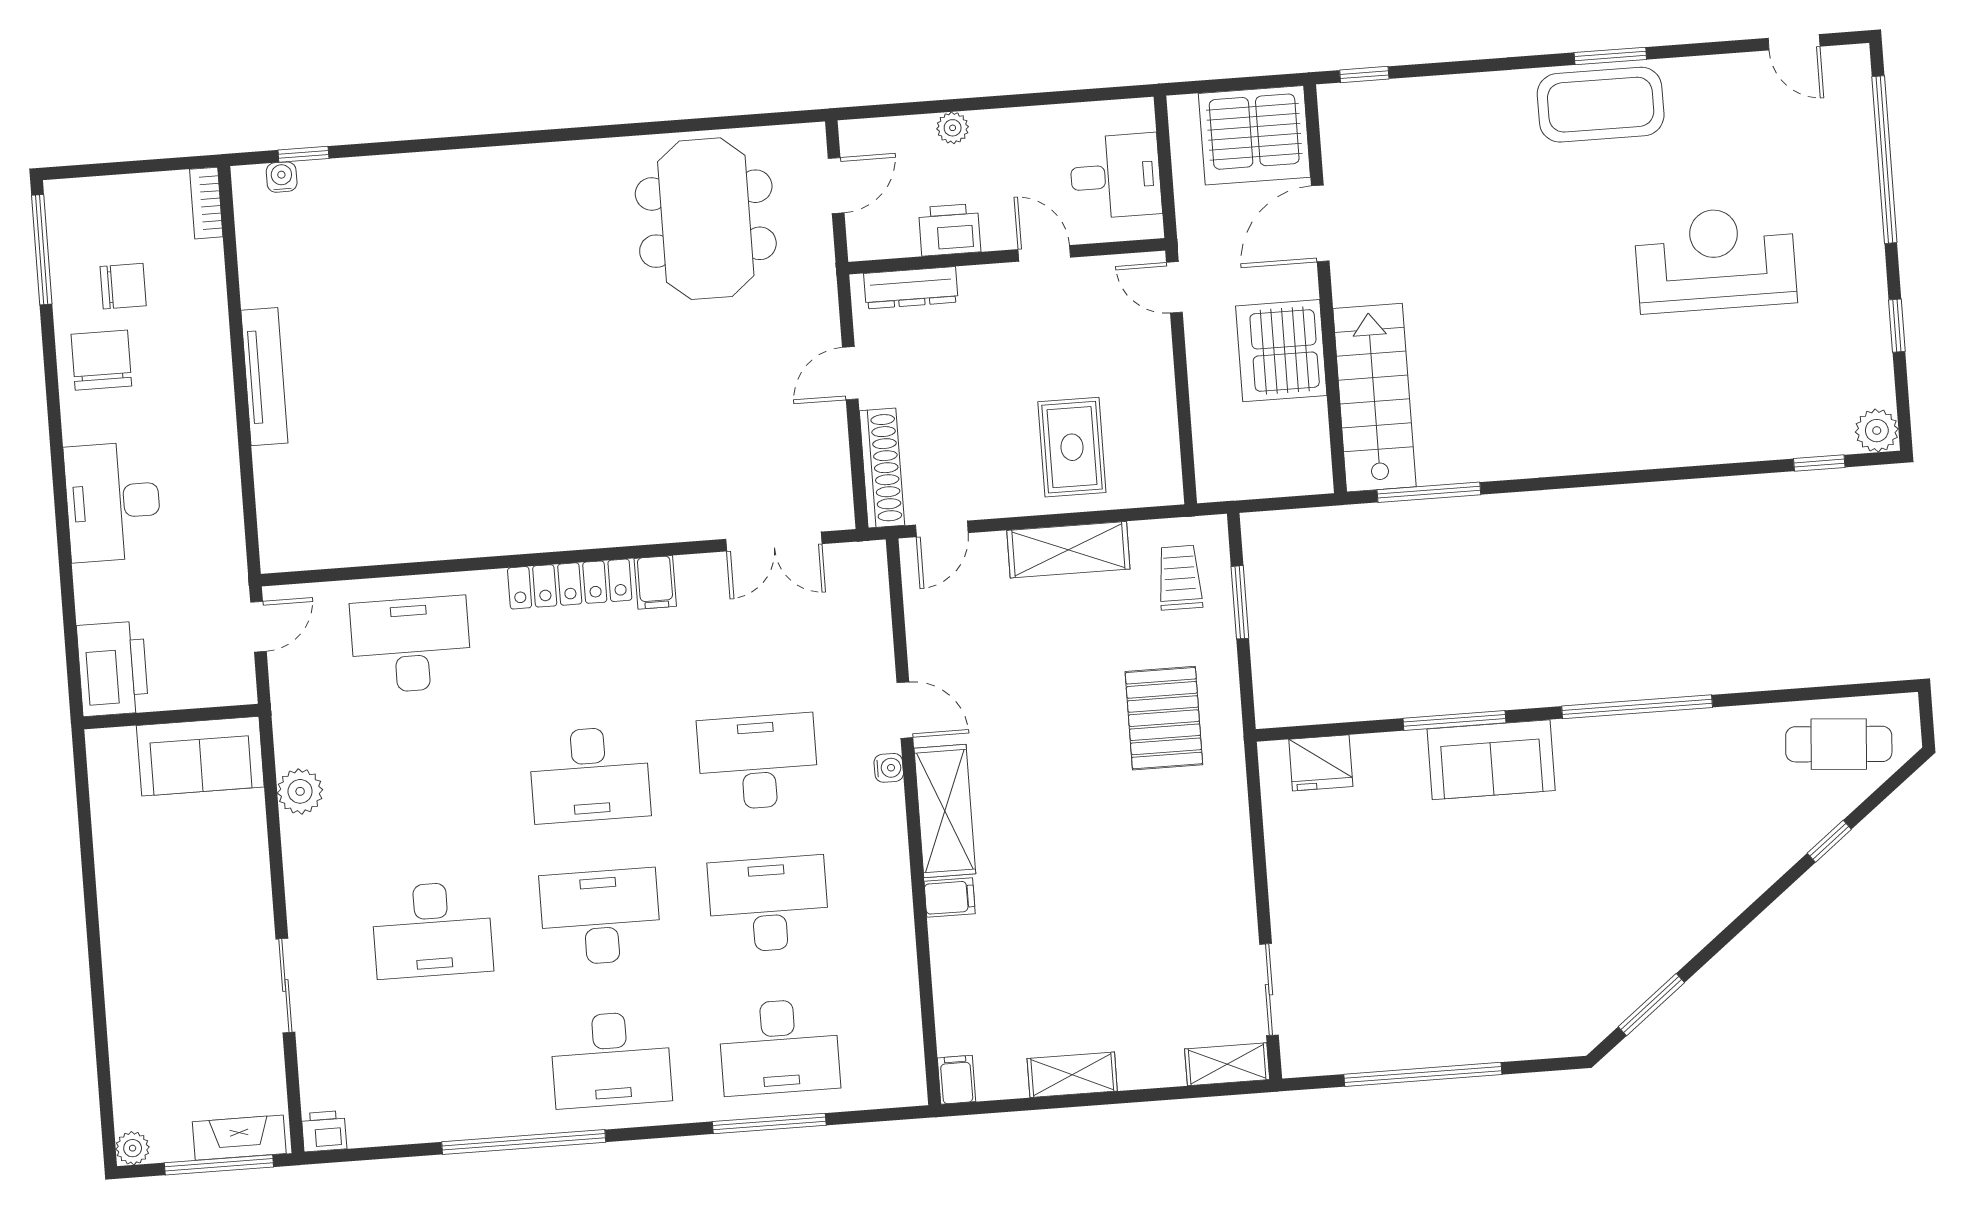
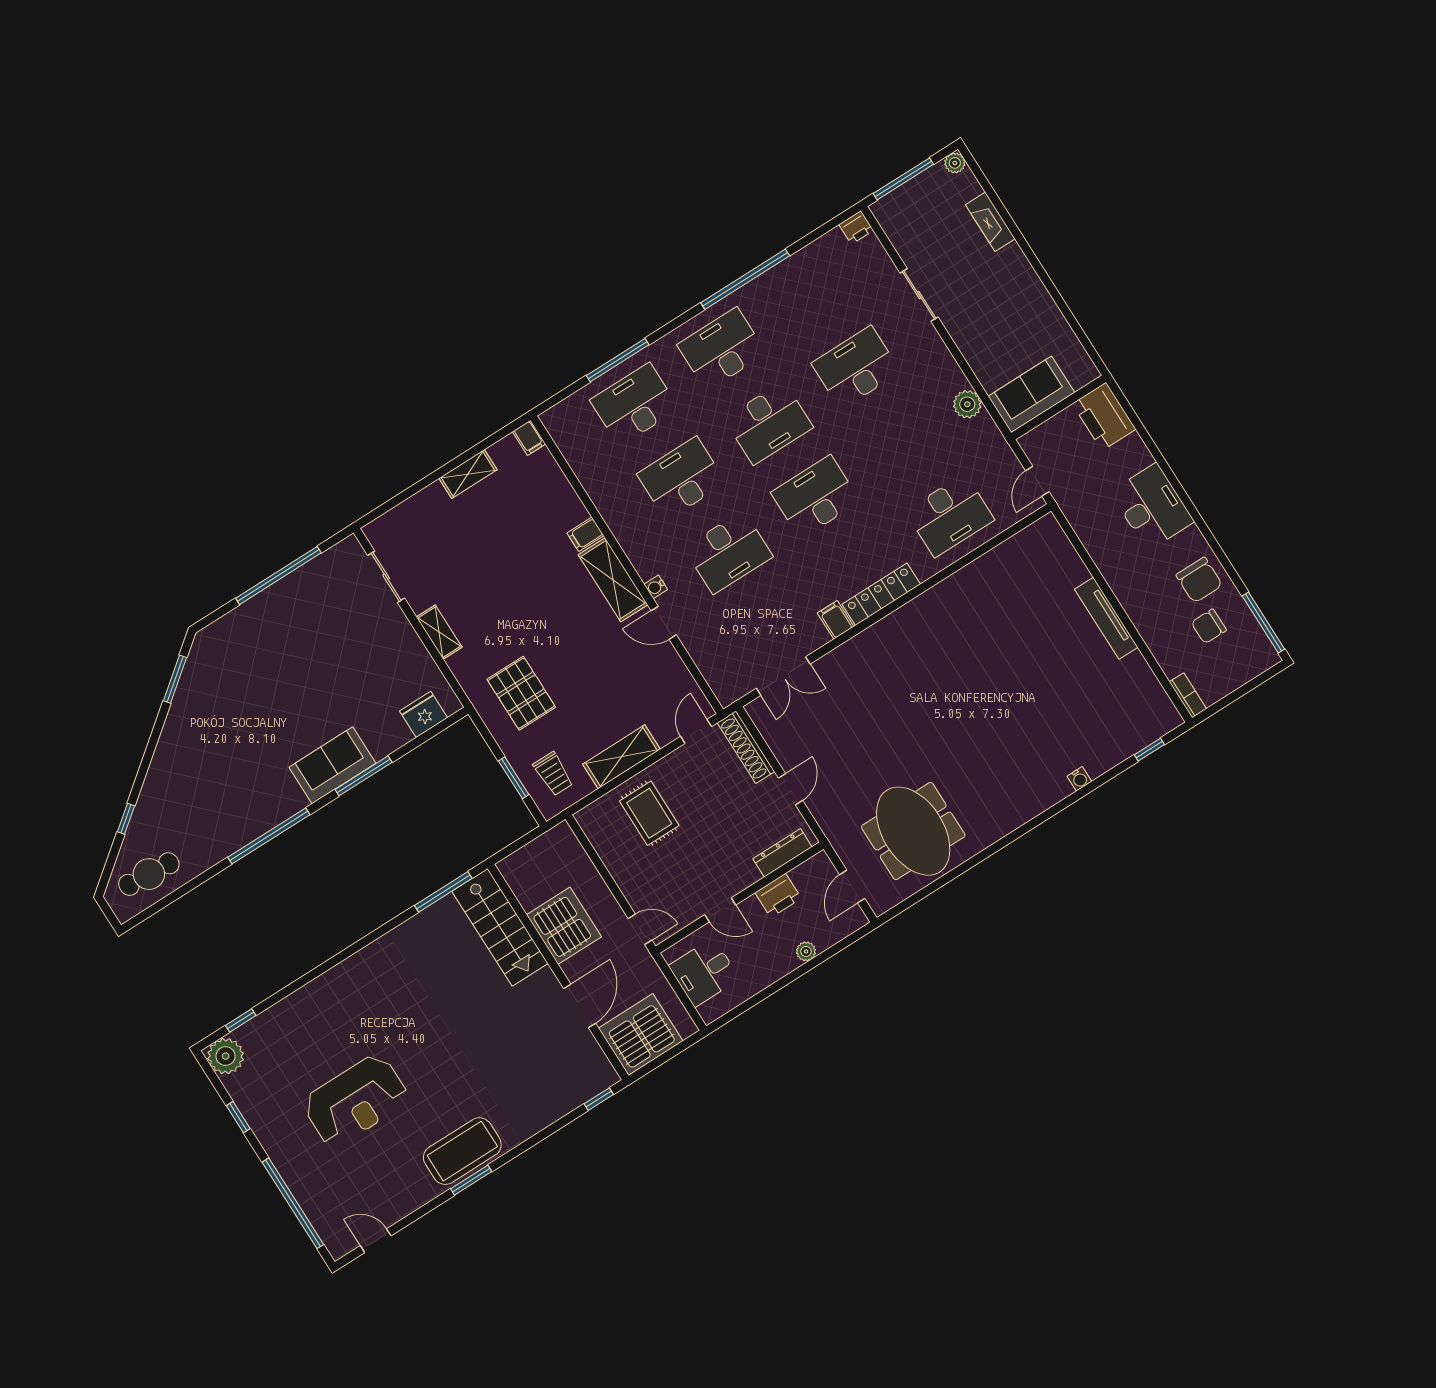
water cooler: (282, 177) -> (1079, 779), moved
plant: (1877, 431) -> (226, 1056), width x1.36, depth x1.36
double door: (774, 542) -> (783, 676), swing flipped
desk: (768, 904) -> (681, 478), turned 180
shelving: (1227, 1064) -> (439, 632), moved, turned 90
fireplace: (239, 1138) -> (990, 222), moved, turned 90

